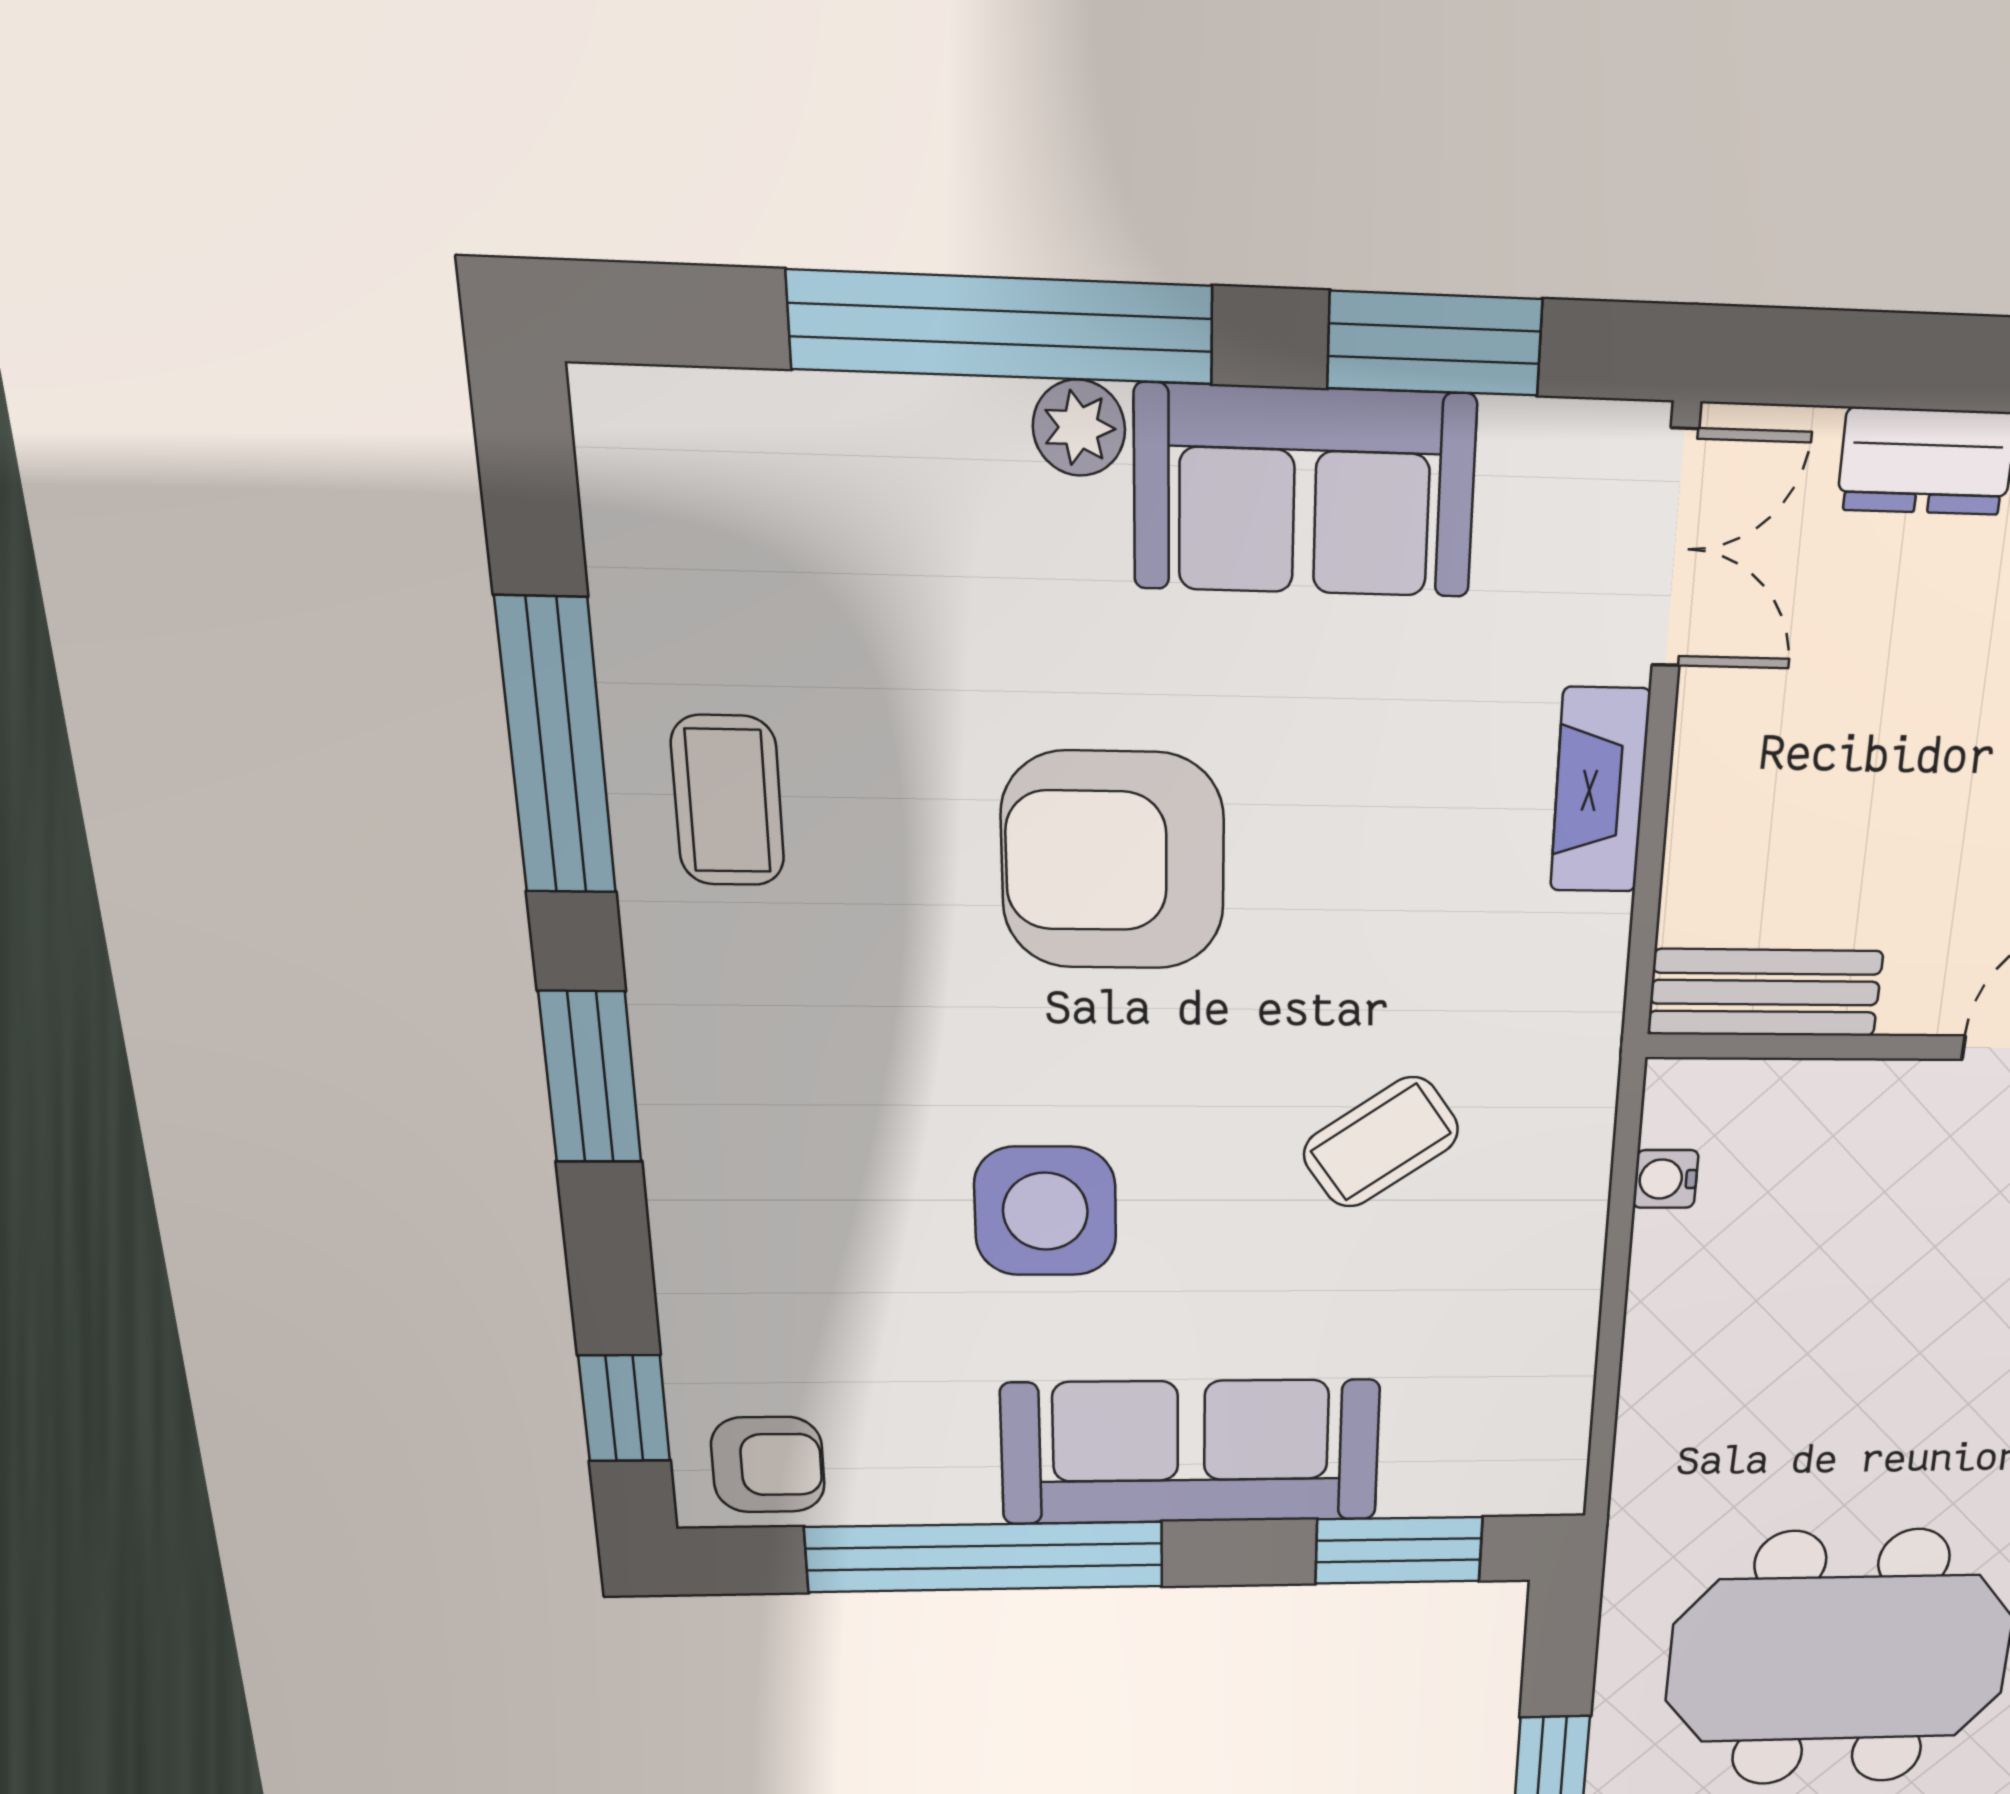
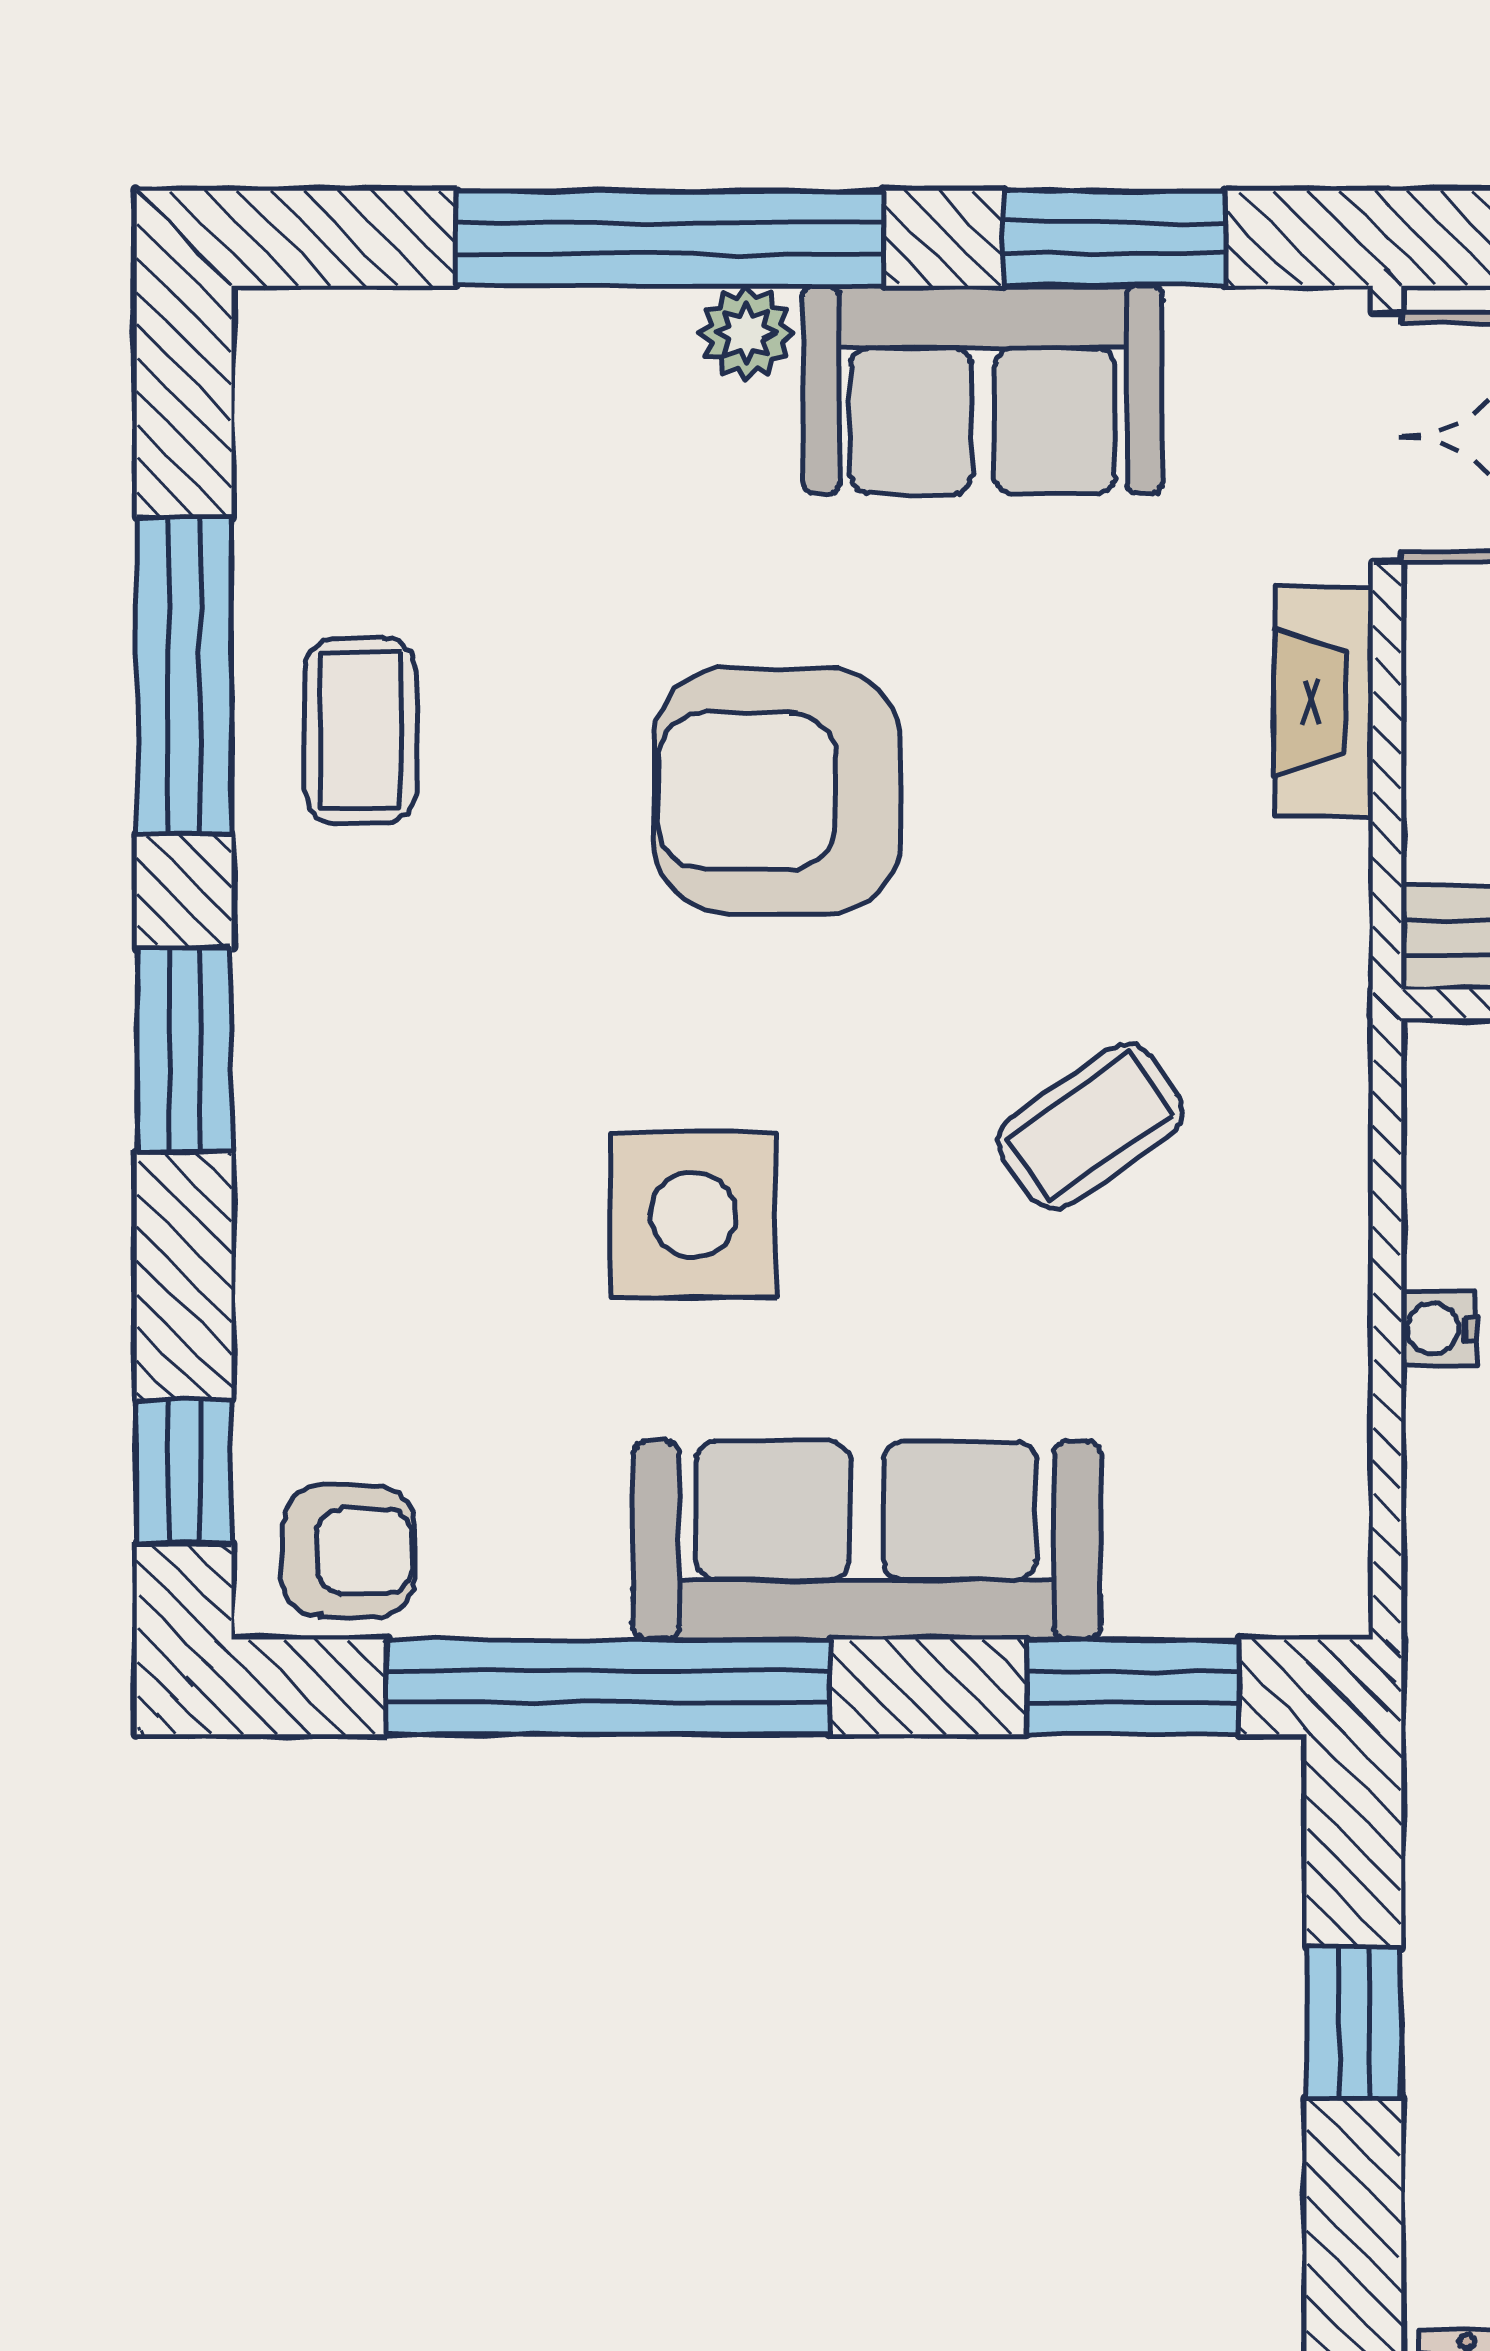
water cooler: (1666, 1179) -> (1439, 1329), moved

